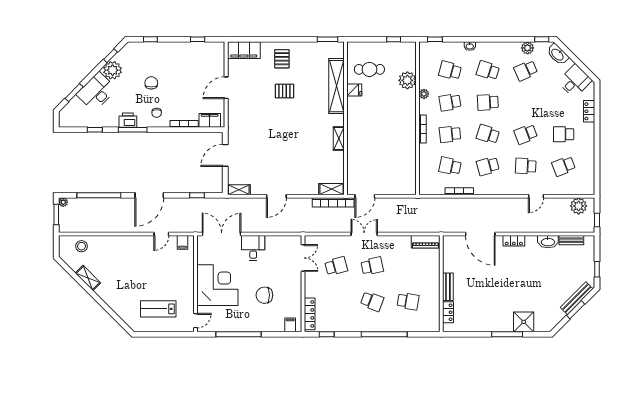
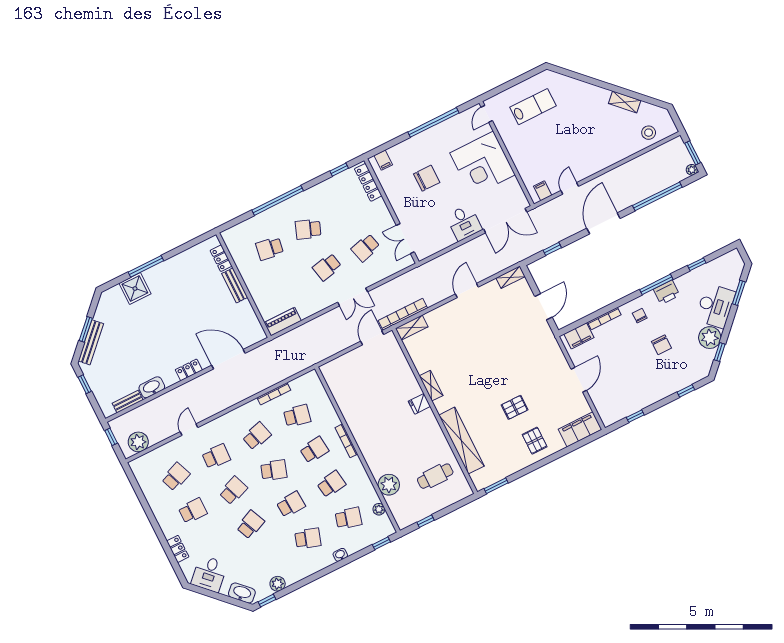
school desk: (526, 70) -> (250, 525), moved
fridge: (354, 90) -> (419, 404), moved
plant: (424, 94) -> (379, 509), moved

